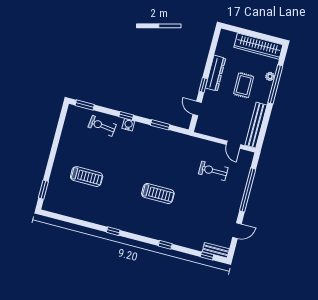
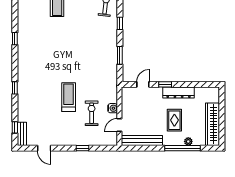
rug: (244, 85) -> (174, 120), turned 90
water cooler: (128, 125) -> (113, 108), moved
window: (248, 190) -> (83, 148), width x0.32
treadmill: (158, 194) -> (69, 97), moved, turned 180

